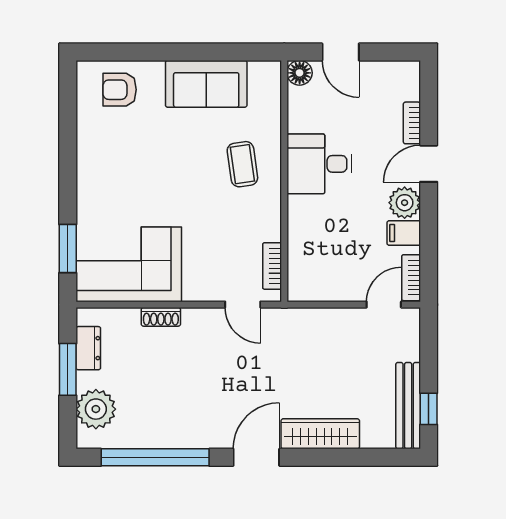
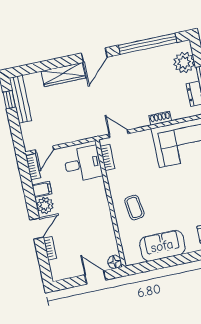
desk: (319, 164) -> (83, 164), moved

